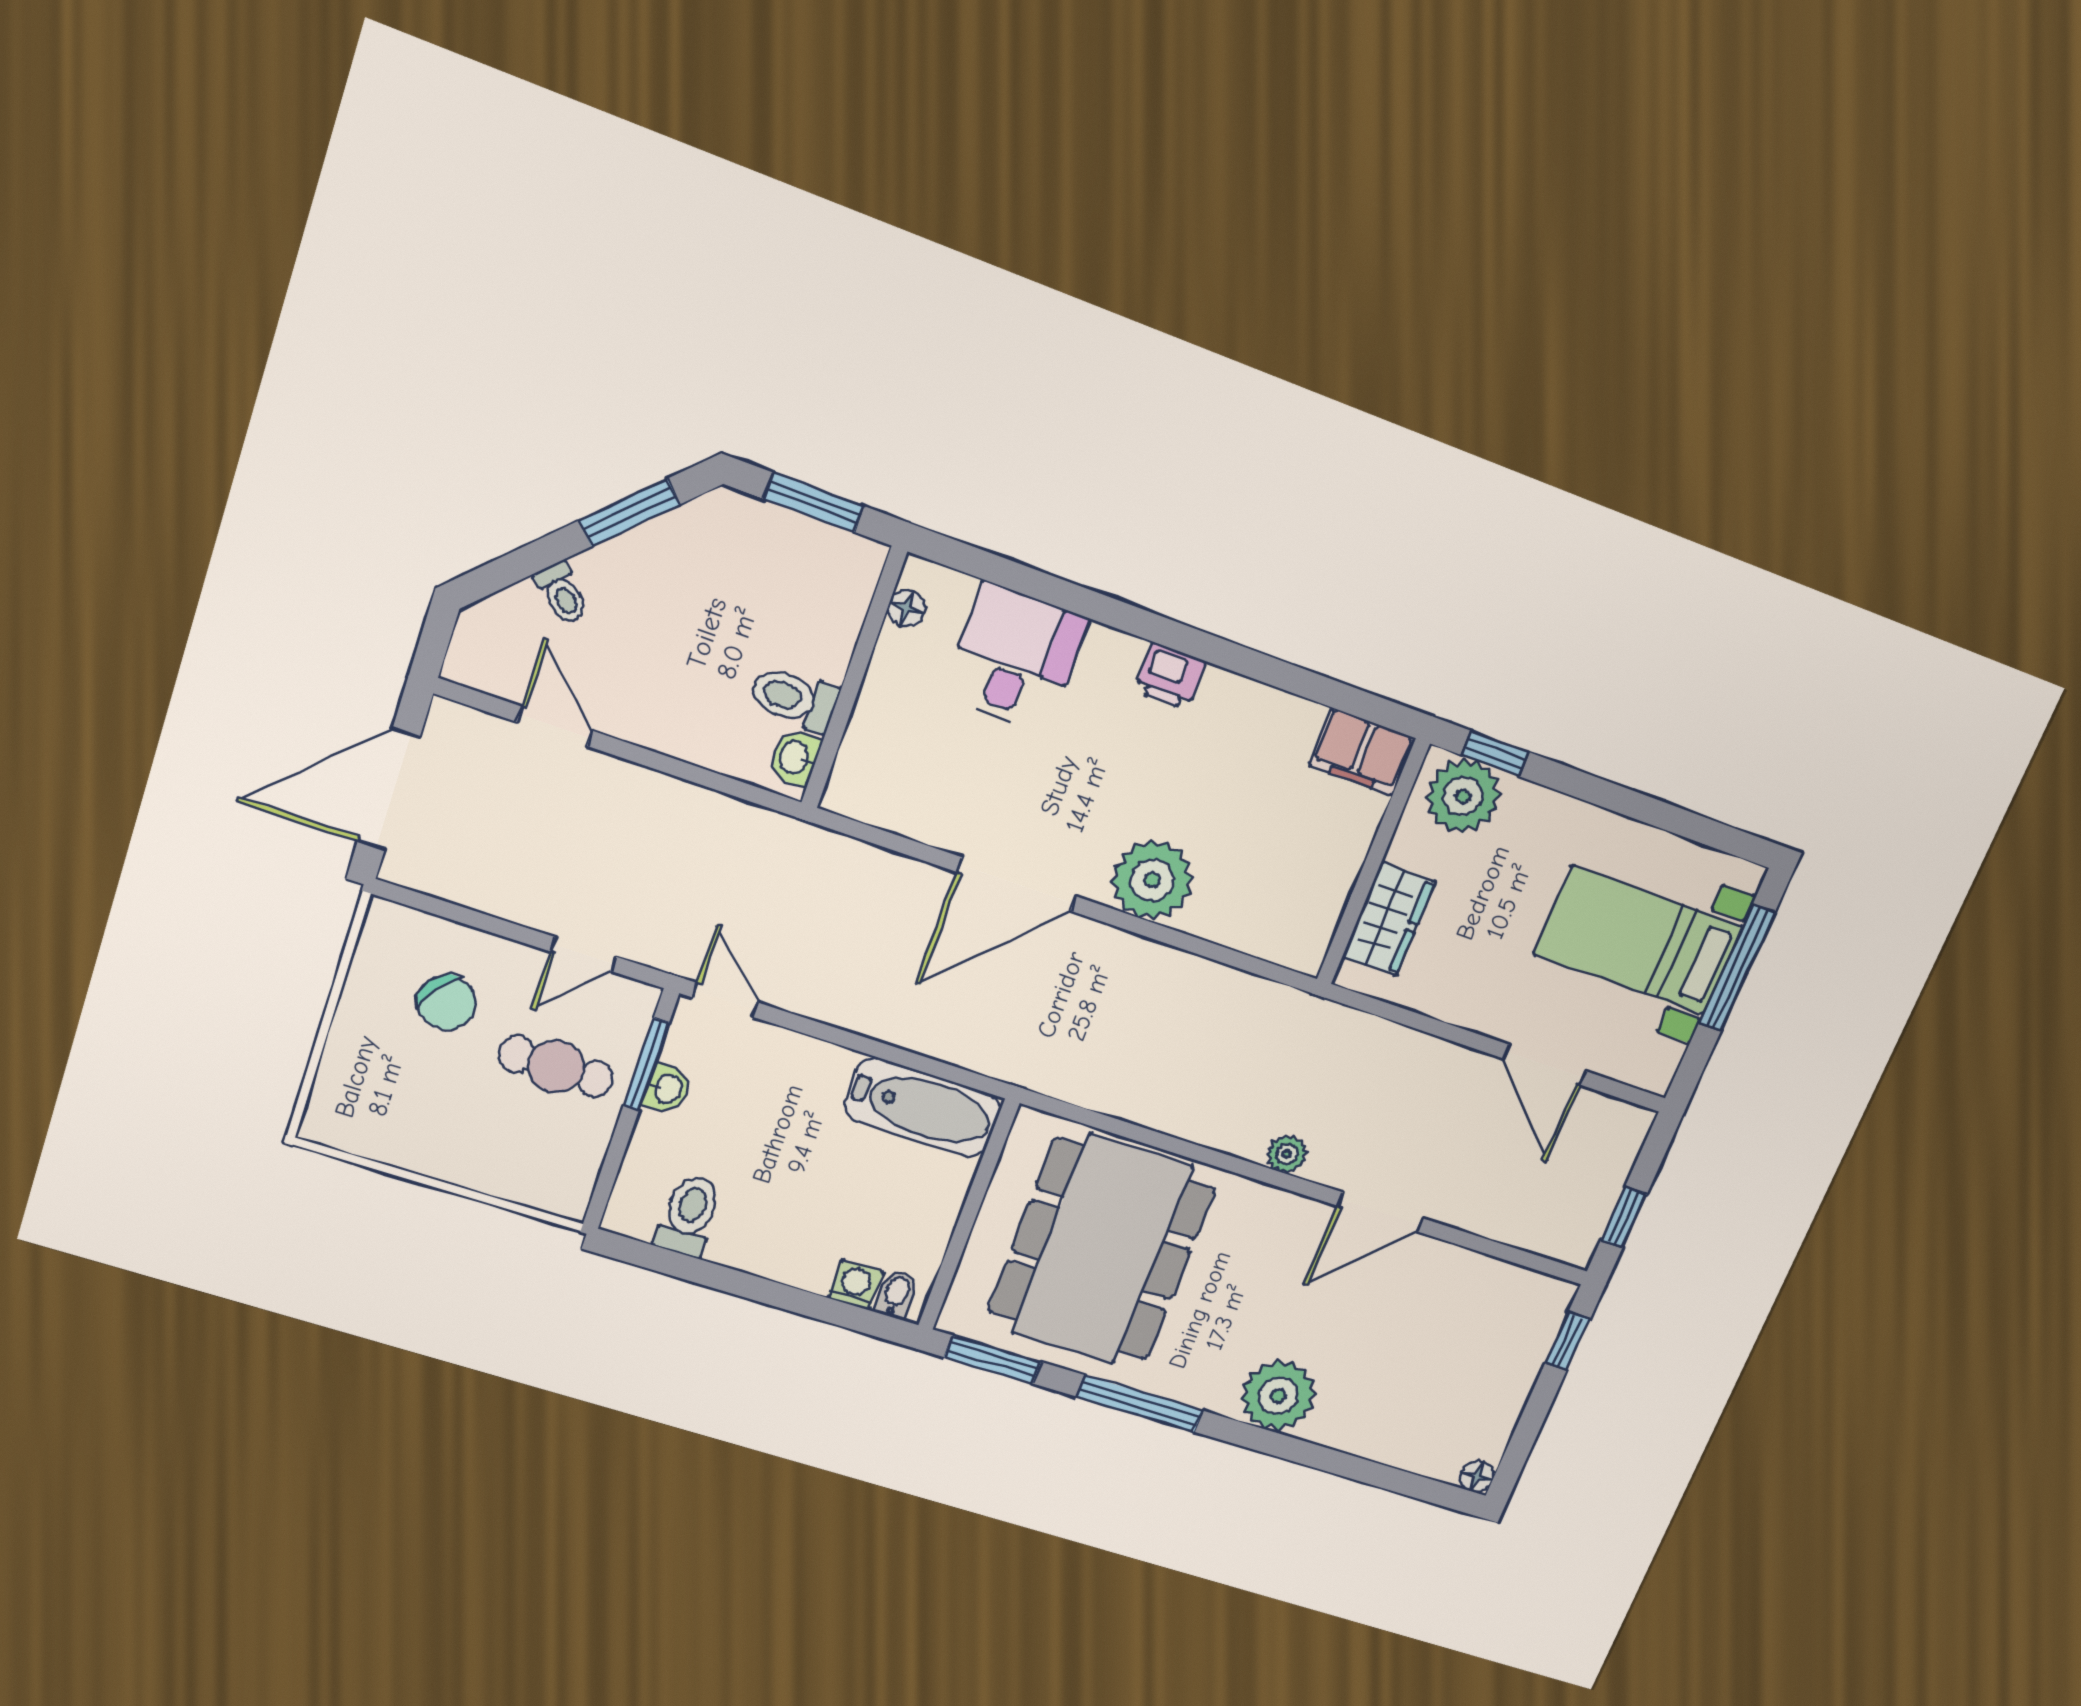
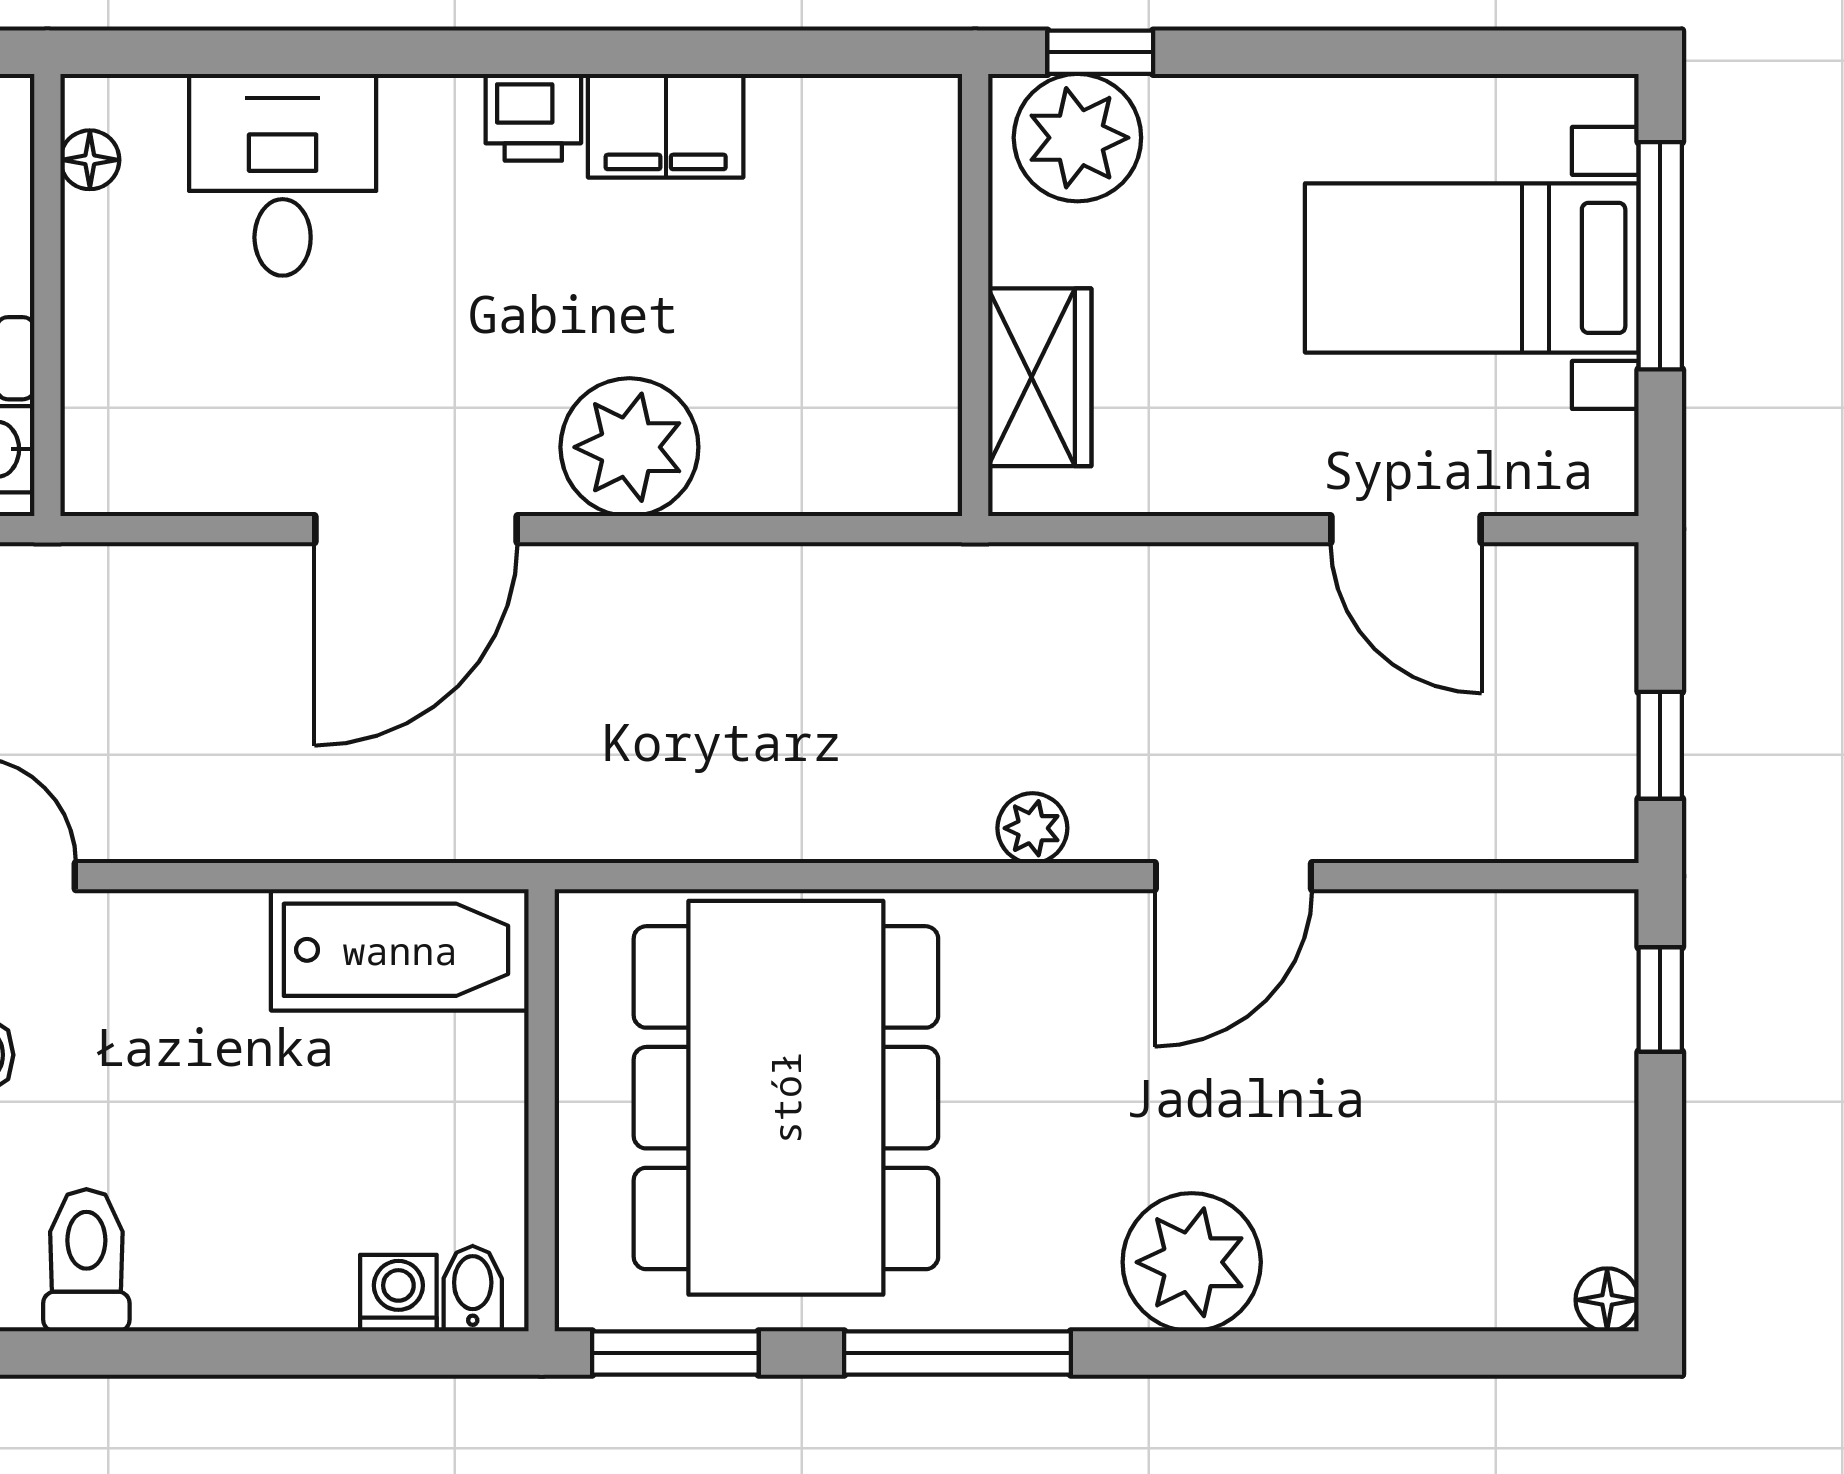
filing cabinet: (1362, 752) -> (666, 126), moved

